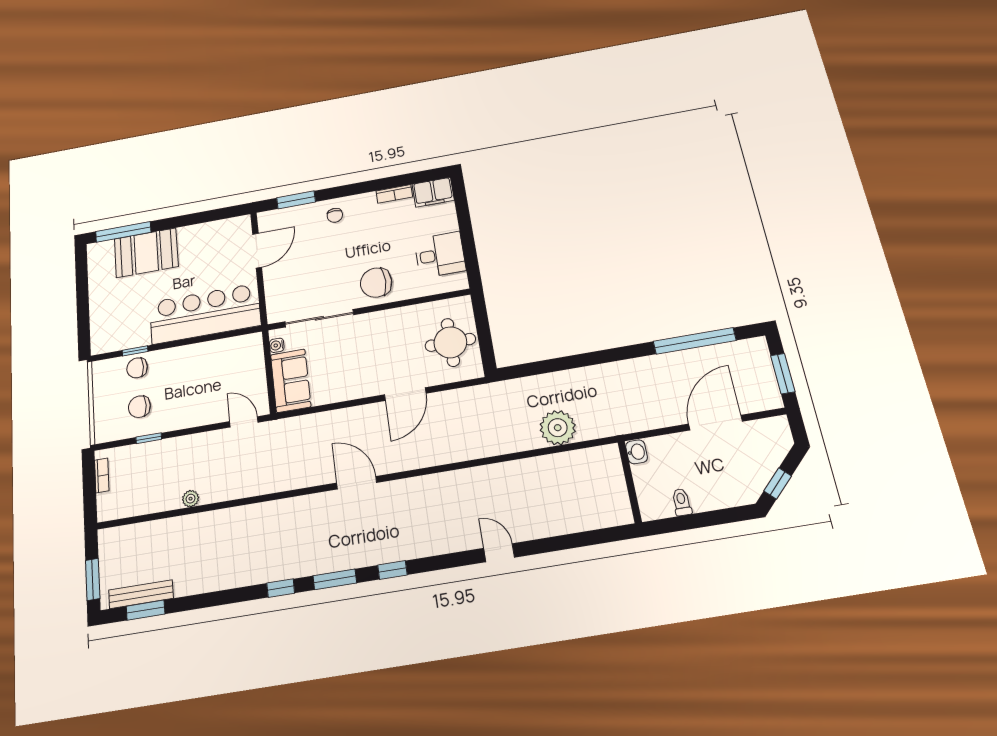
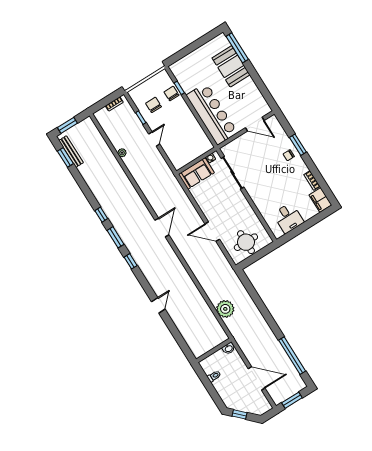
window: (296, 200) -> (298, 145), moved
chair: (376, 283) -> (262, 193), removed
door: (244, 422) -> (154, 139), moved

